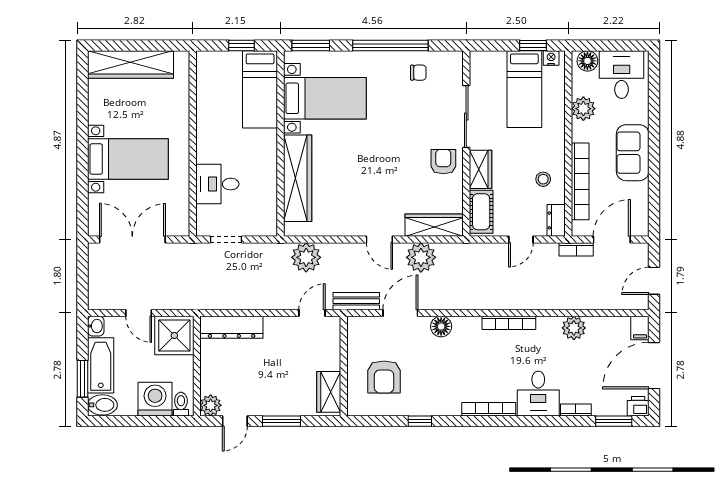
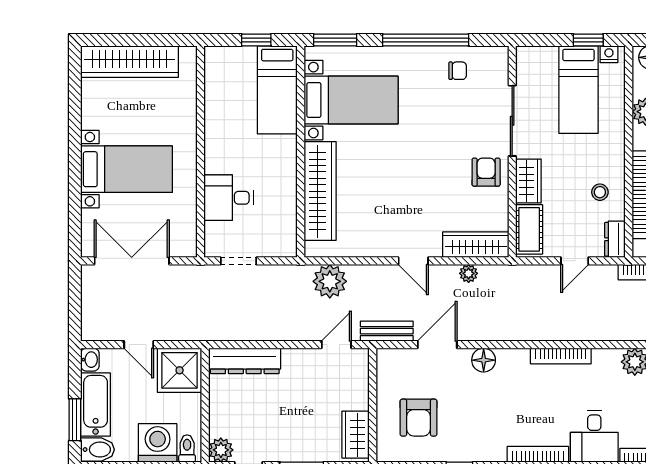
plant: (421, 257) -> (469, 273), width x0.53, depth x0.53

